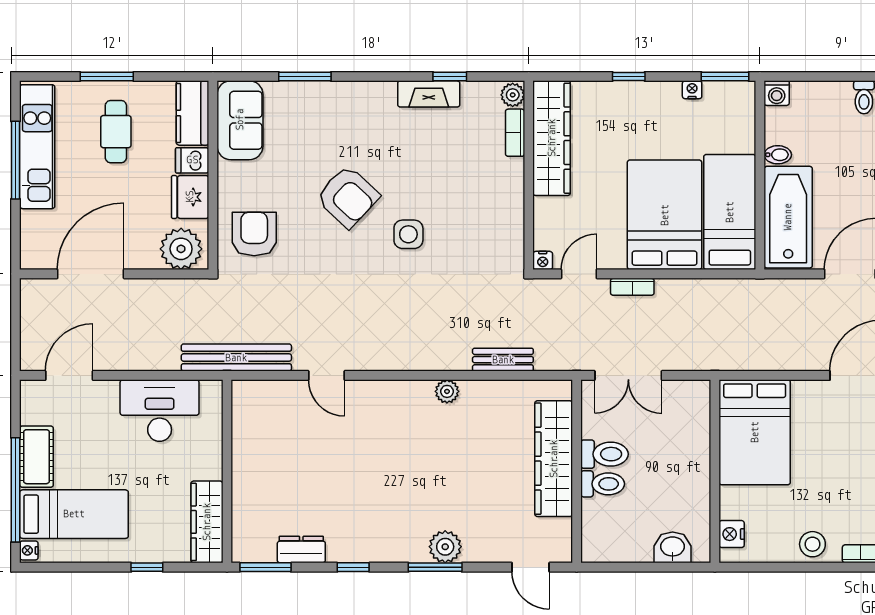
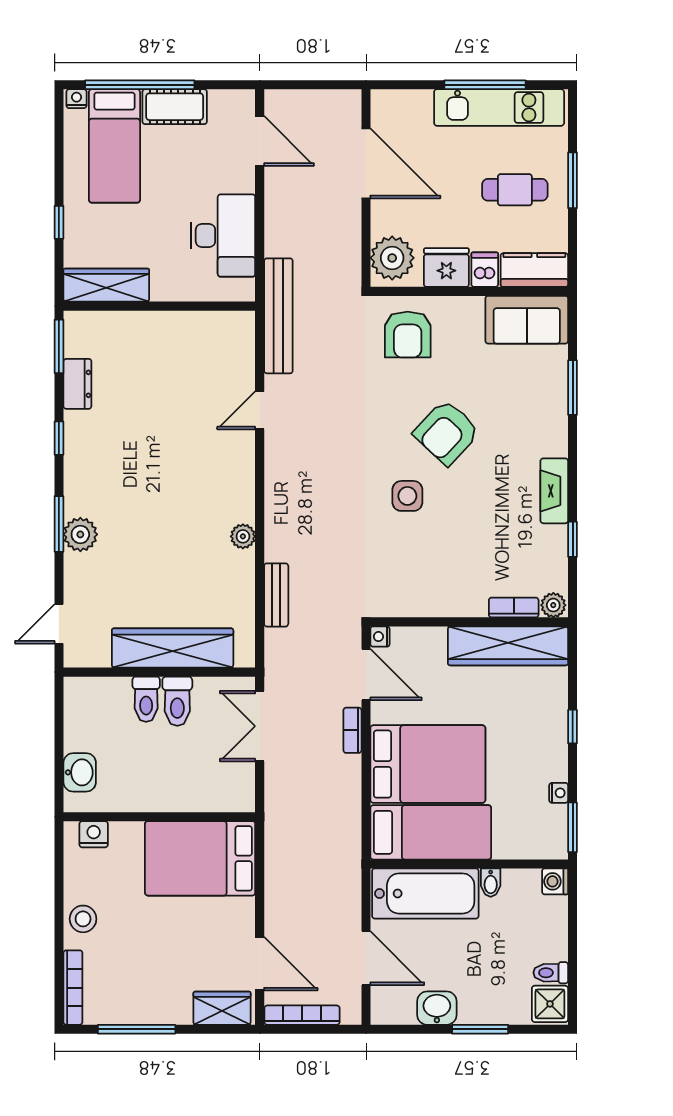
fireplace: (429, 94) -> (554, 491), moved
armchair: (254, 234) -> (408, 335), turned 90
door: (579, 274) -> (366, 674), width x1.38

